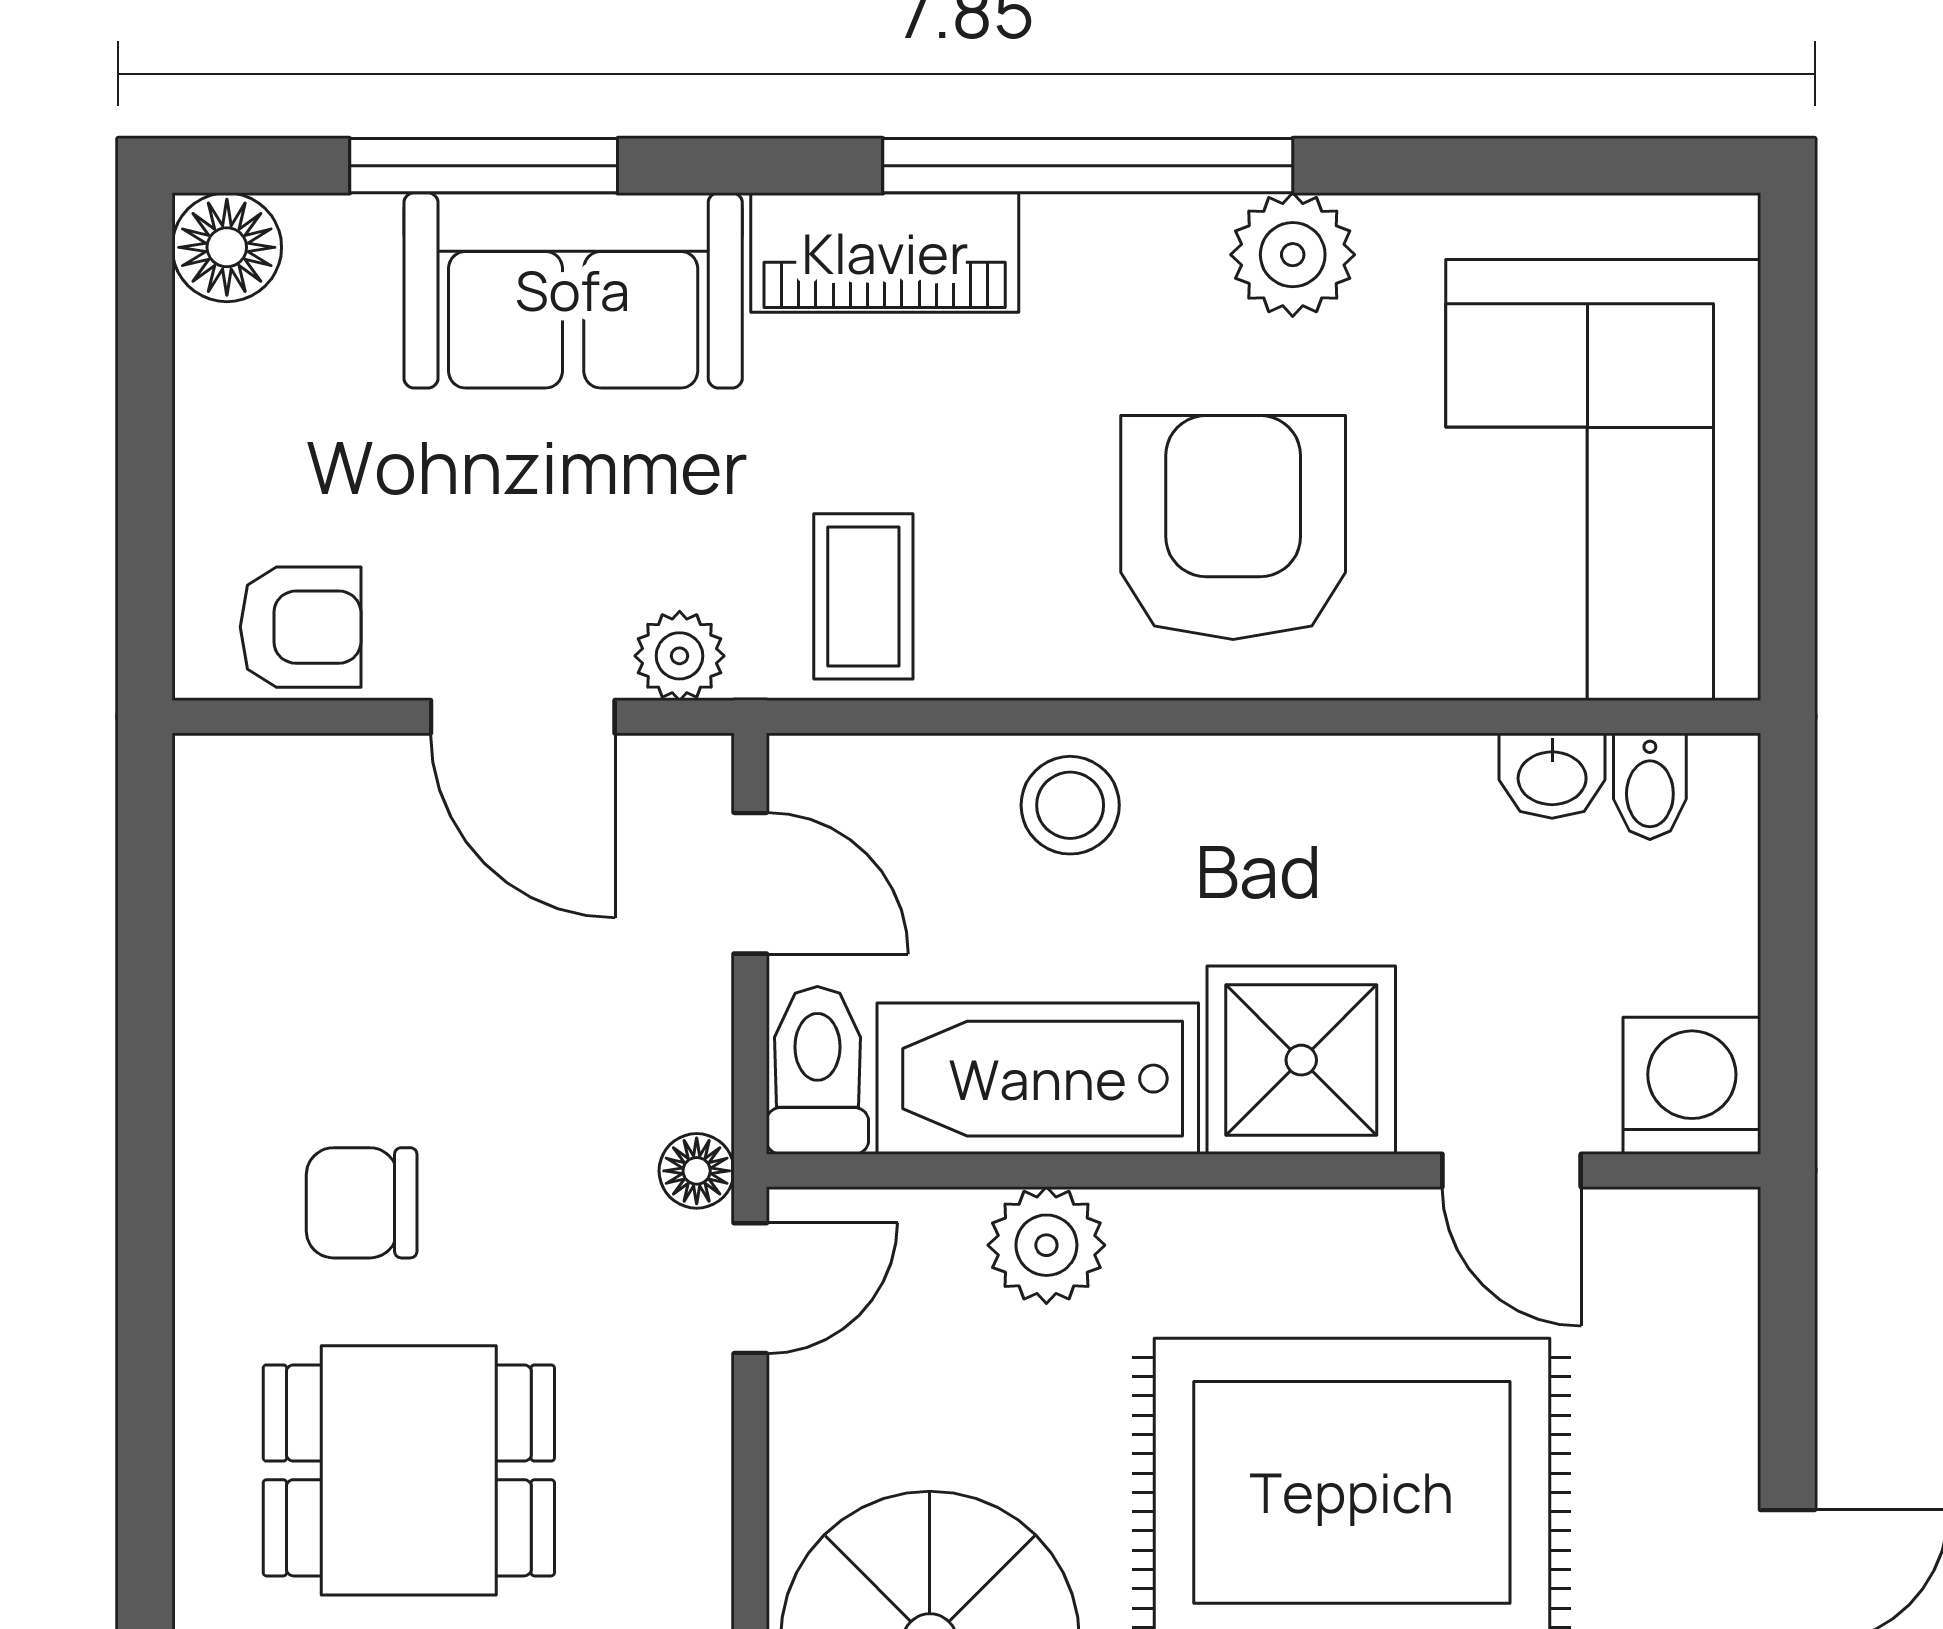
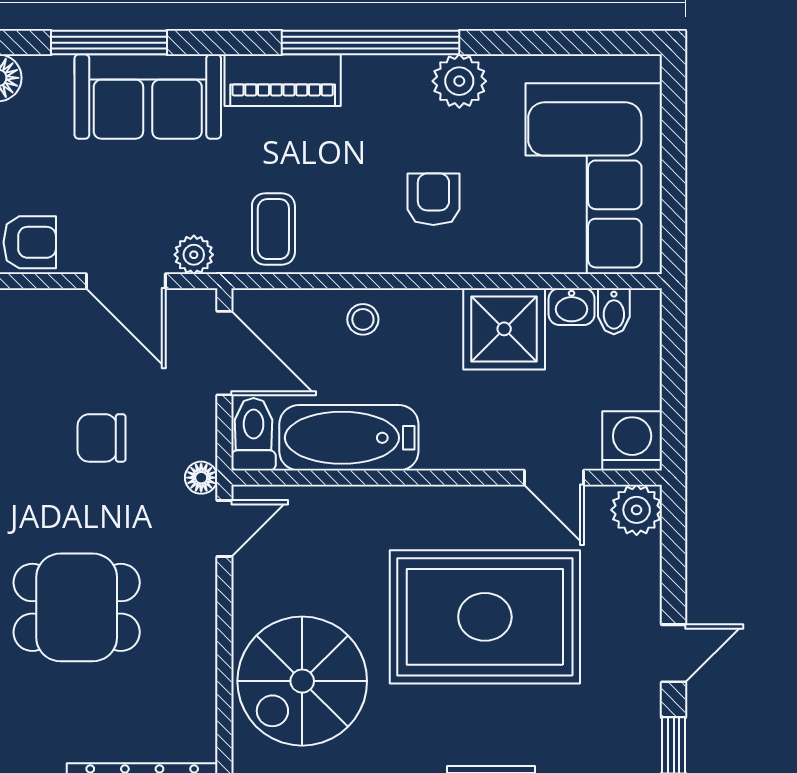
armchair: (1233, 527) -> (433, 199), width x0.53, depth x0.53
stool: (1070, 805) -> (363, 319), width x0.73, depth x0.73
door: (750, 883) -> (224, 353), width x1.38
shower: (1301, 1060) -> (504, 329), moved
chair: (362, 1203) -> (102, 438), moved
plant: (1046, 1245) -> (637, 510), moved

